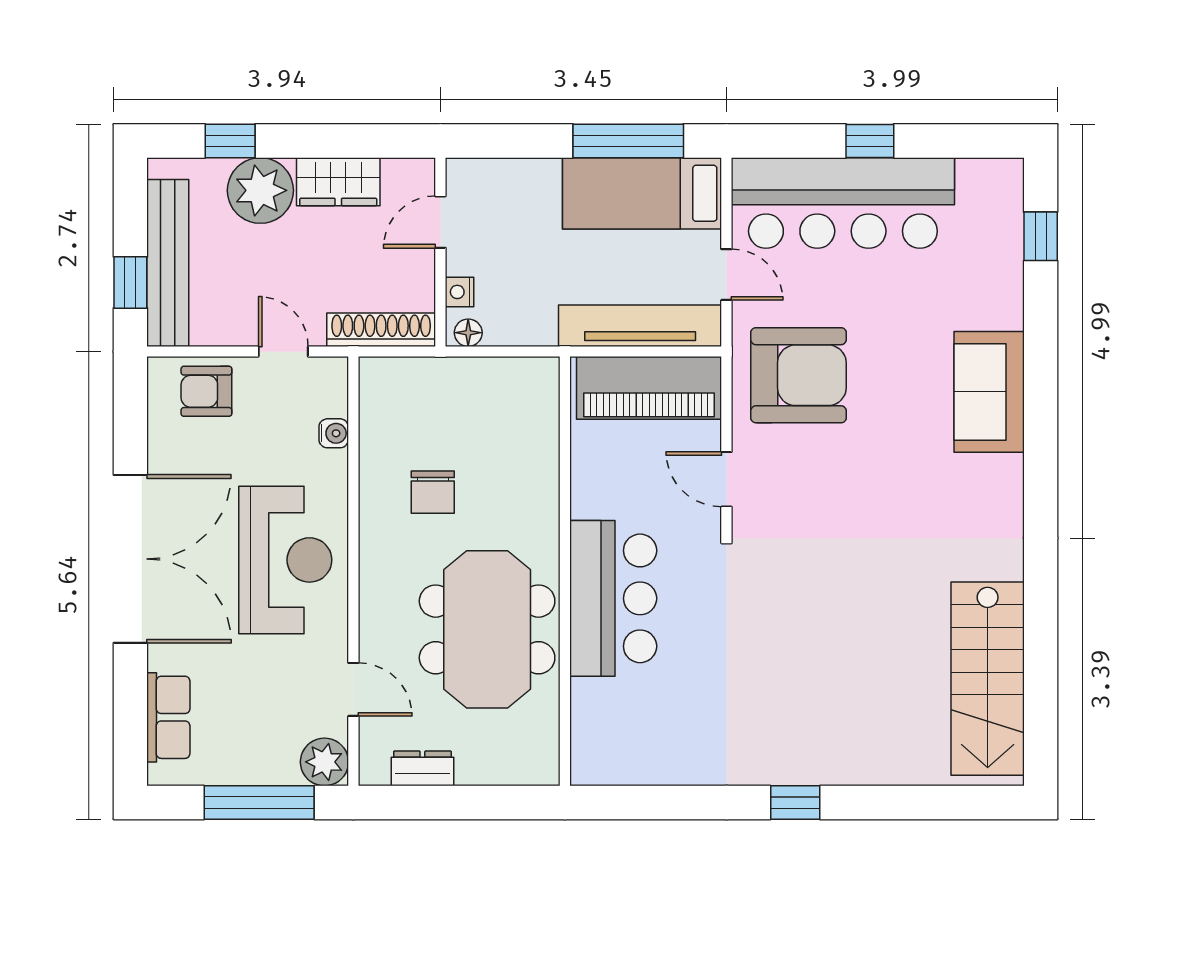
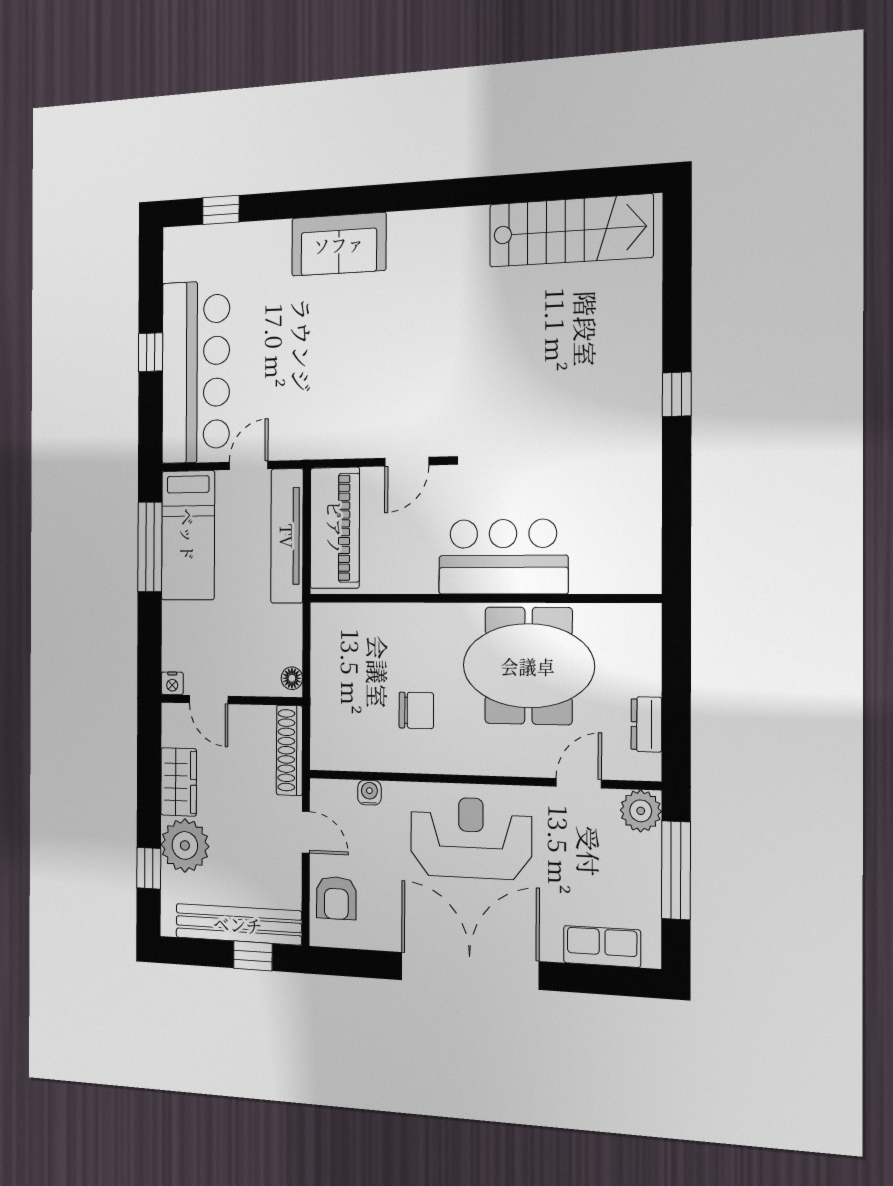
nightstand: (459, 292) -> (172, 683), moved
door: (283, 352) -> (306, 832), swing flipped
armchair: (799, 375) -> (325, 404), removed

